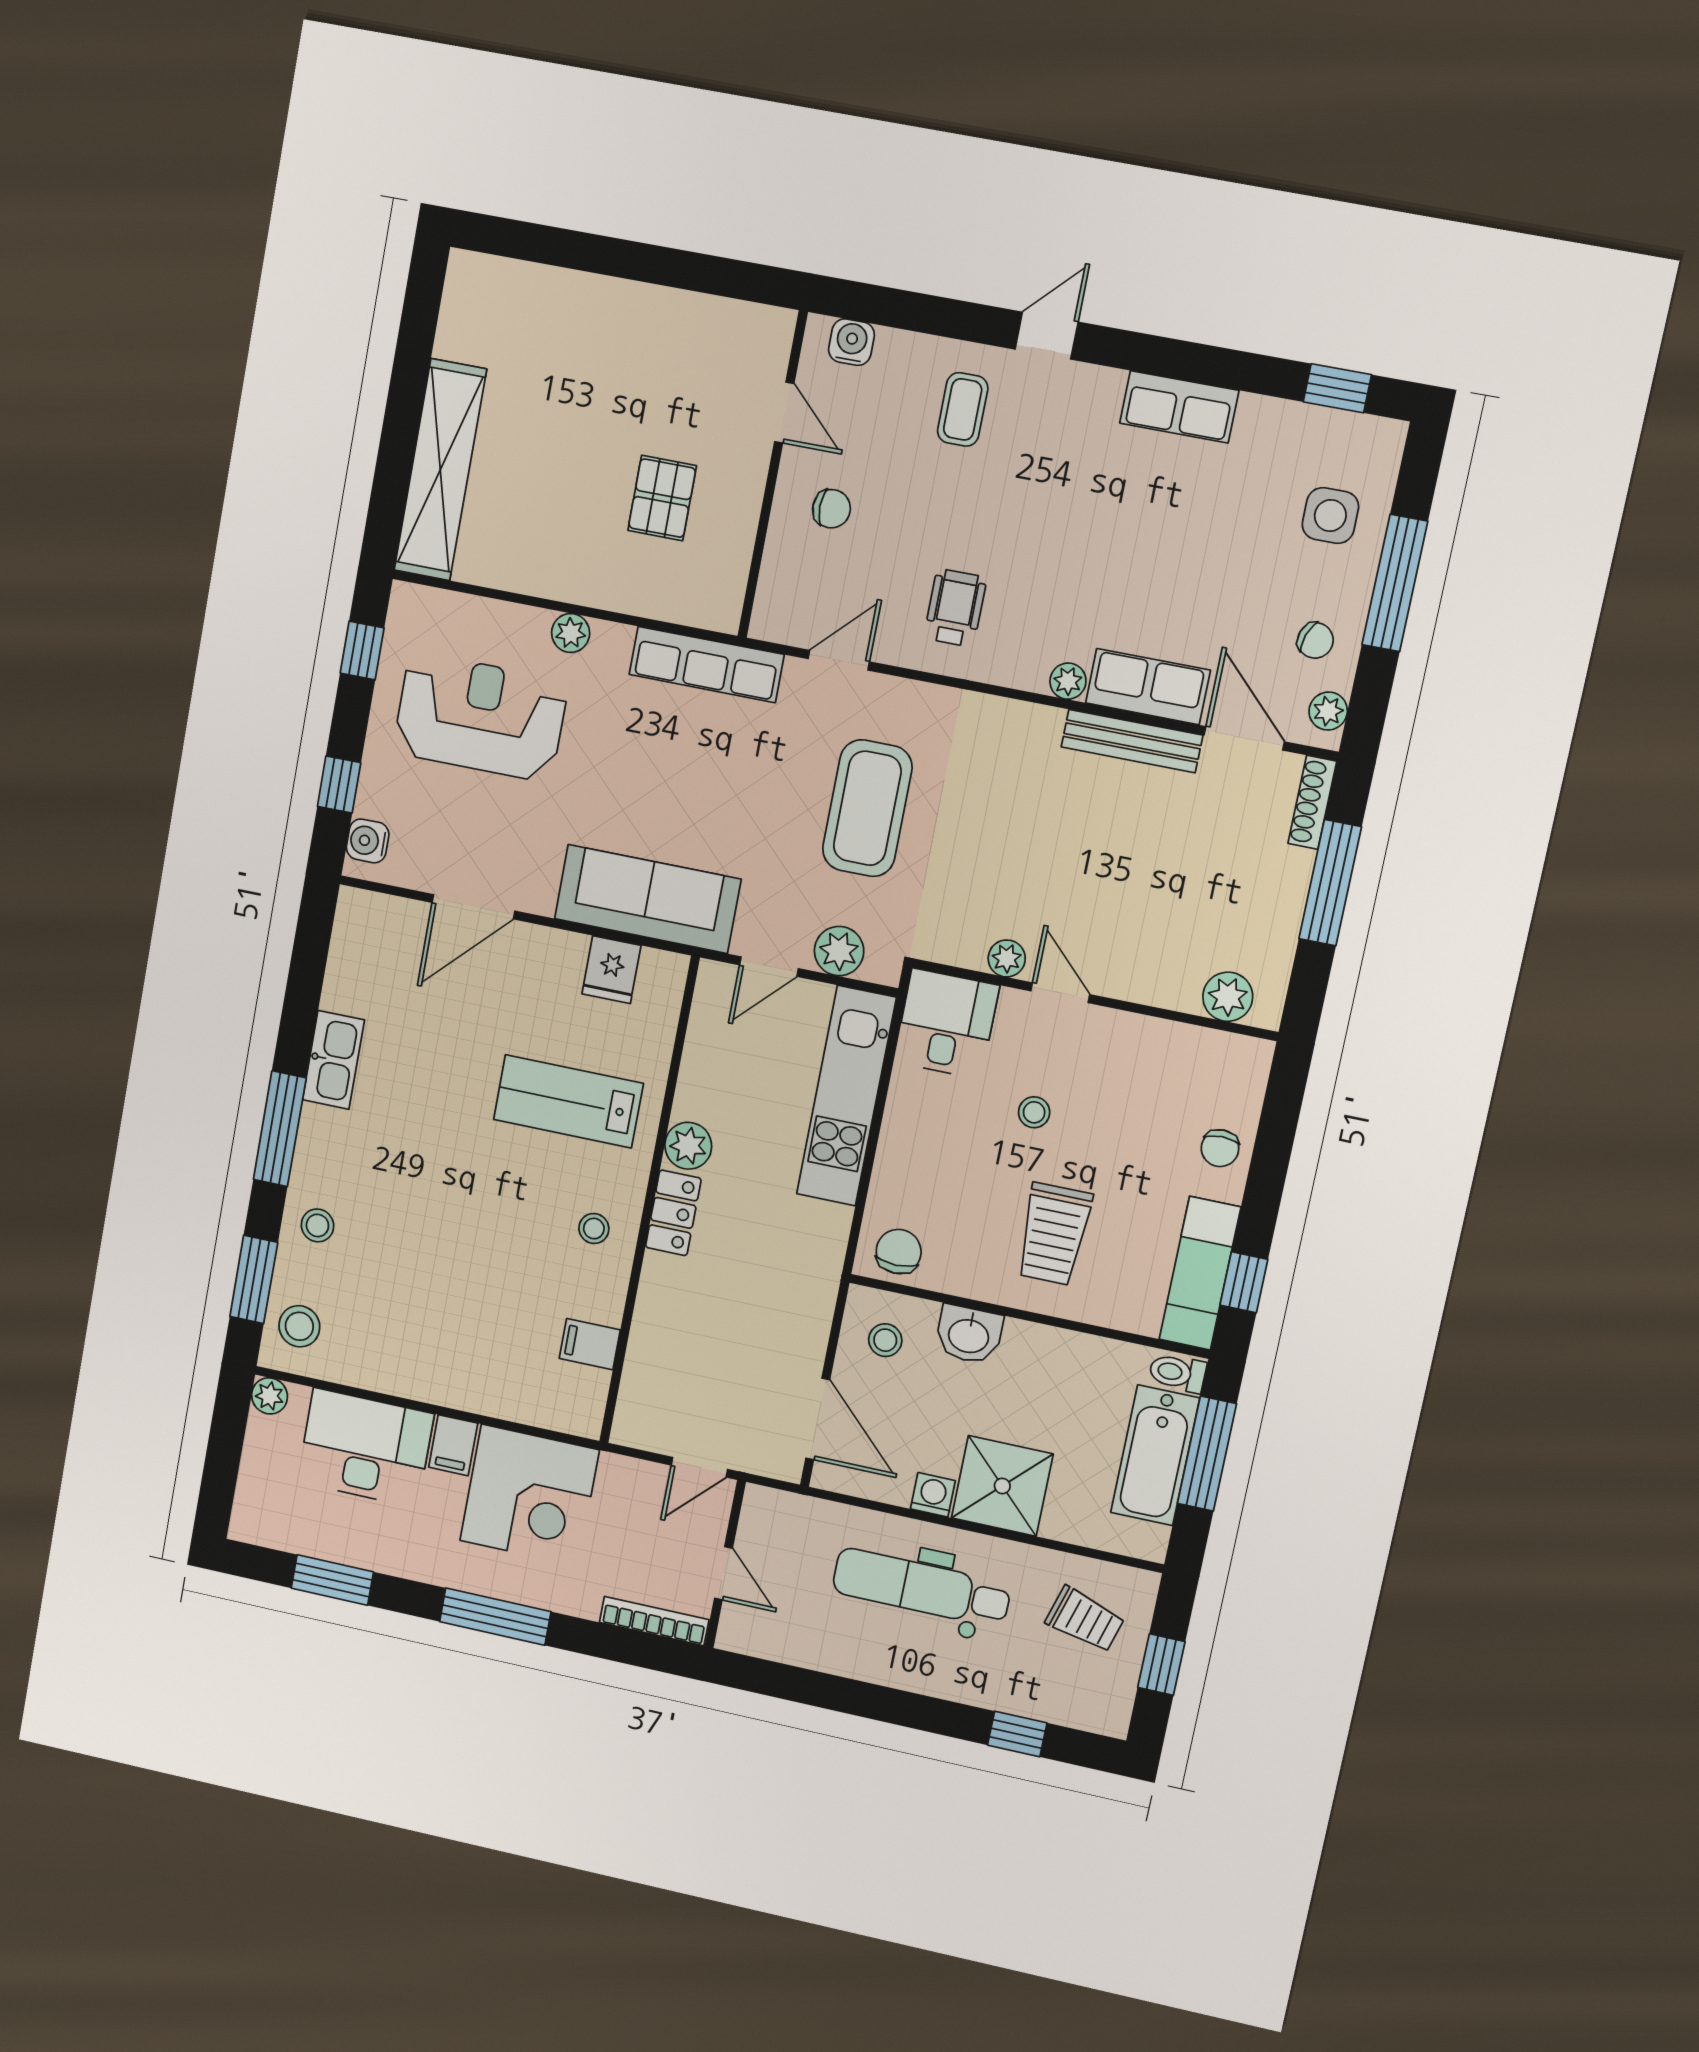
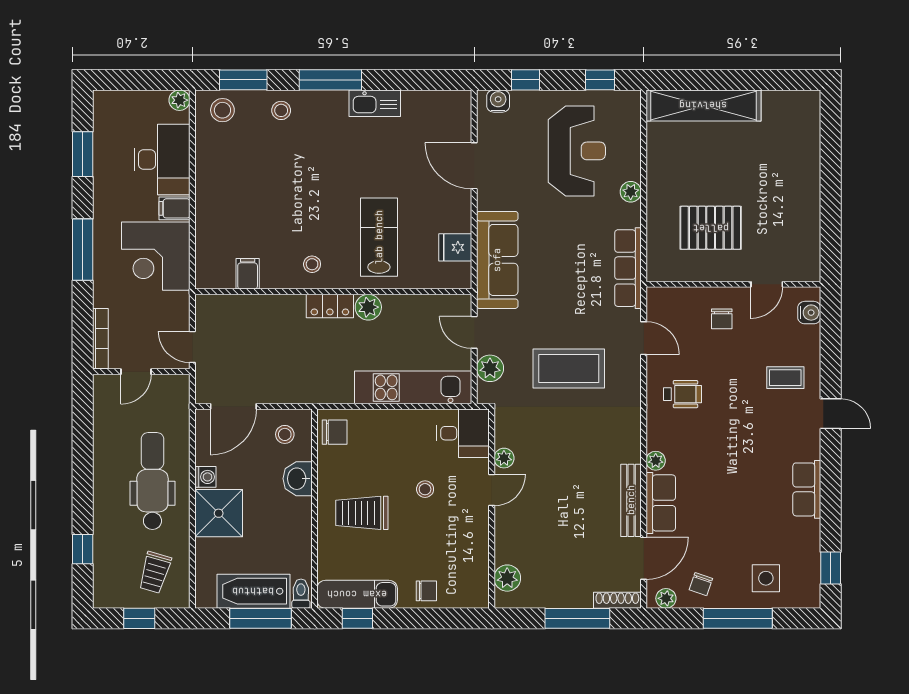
pallet: (662, 498) -> (711, 228), width x1.50, depth x1.42
chair: (1220, 1148) -> (426, 591), turned 180

